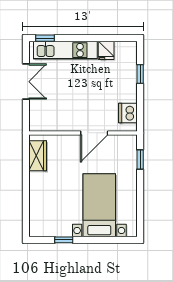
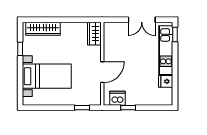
window: (140, 74) -> (128, 108), moved
door: (94, 133) -> (102, 72), swing flipped
wardrobe: (38, 156) -> (94, 34), moved, turned 90
wardrobe: (37, 210) -> (43, 29), added

